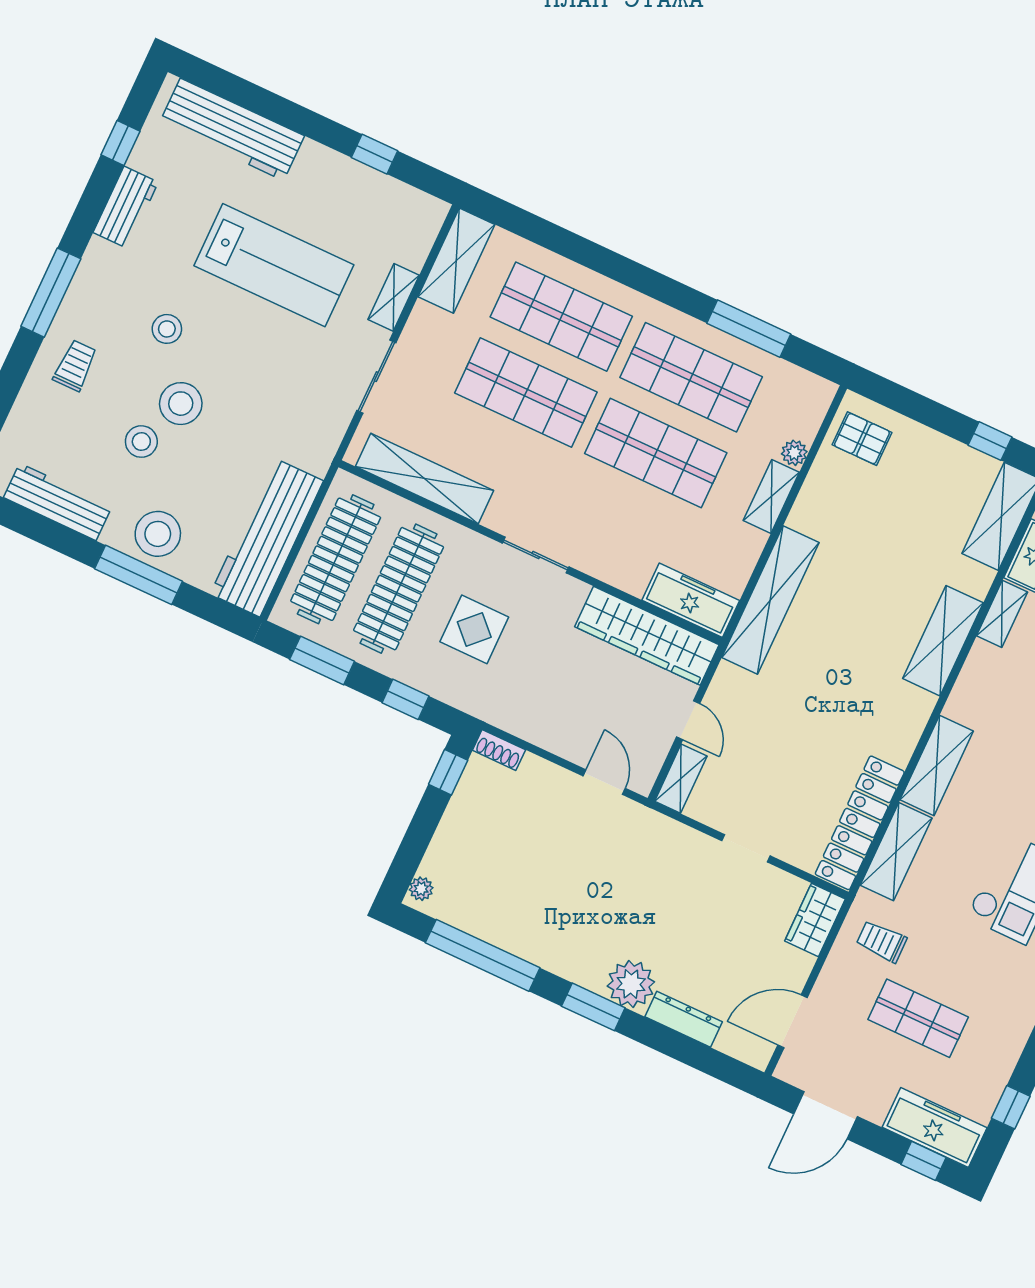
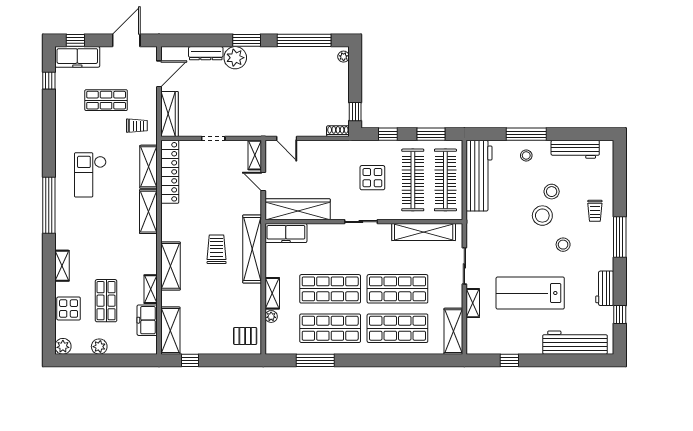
stool: (158, 534) -> (526, 155), width x0.53, depth x0.53
trolley: (839, 632) -> (217, 249), added
wardrobe: (815, 920) -> (170, 114), width x1.50

